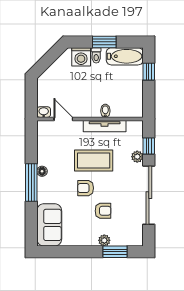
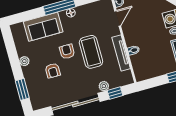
sofa: (49, 225) -> (43, 27), moved
plant: (104, 240) -> (24, 61), moved

